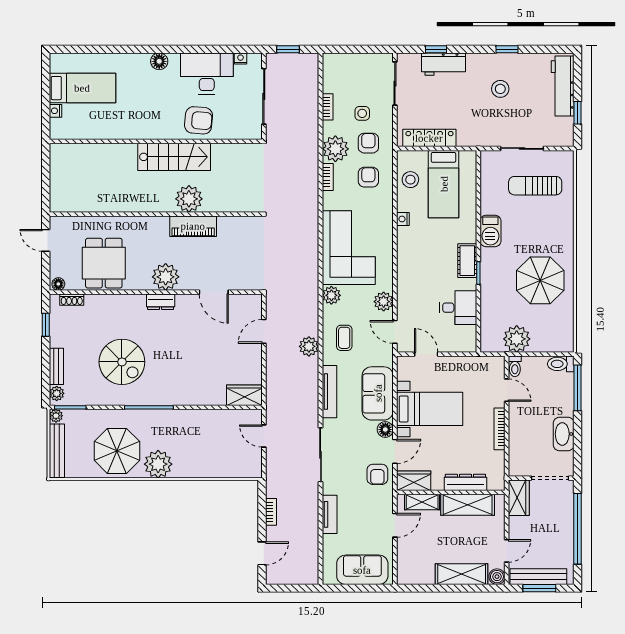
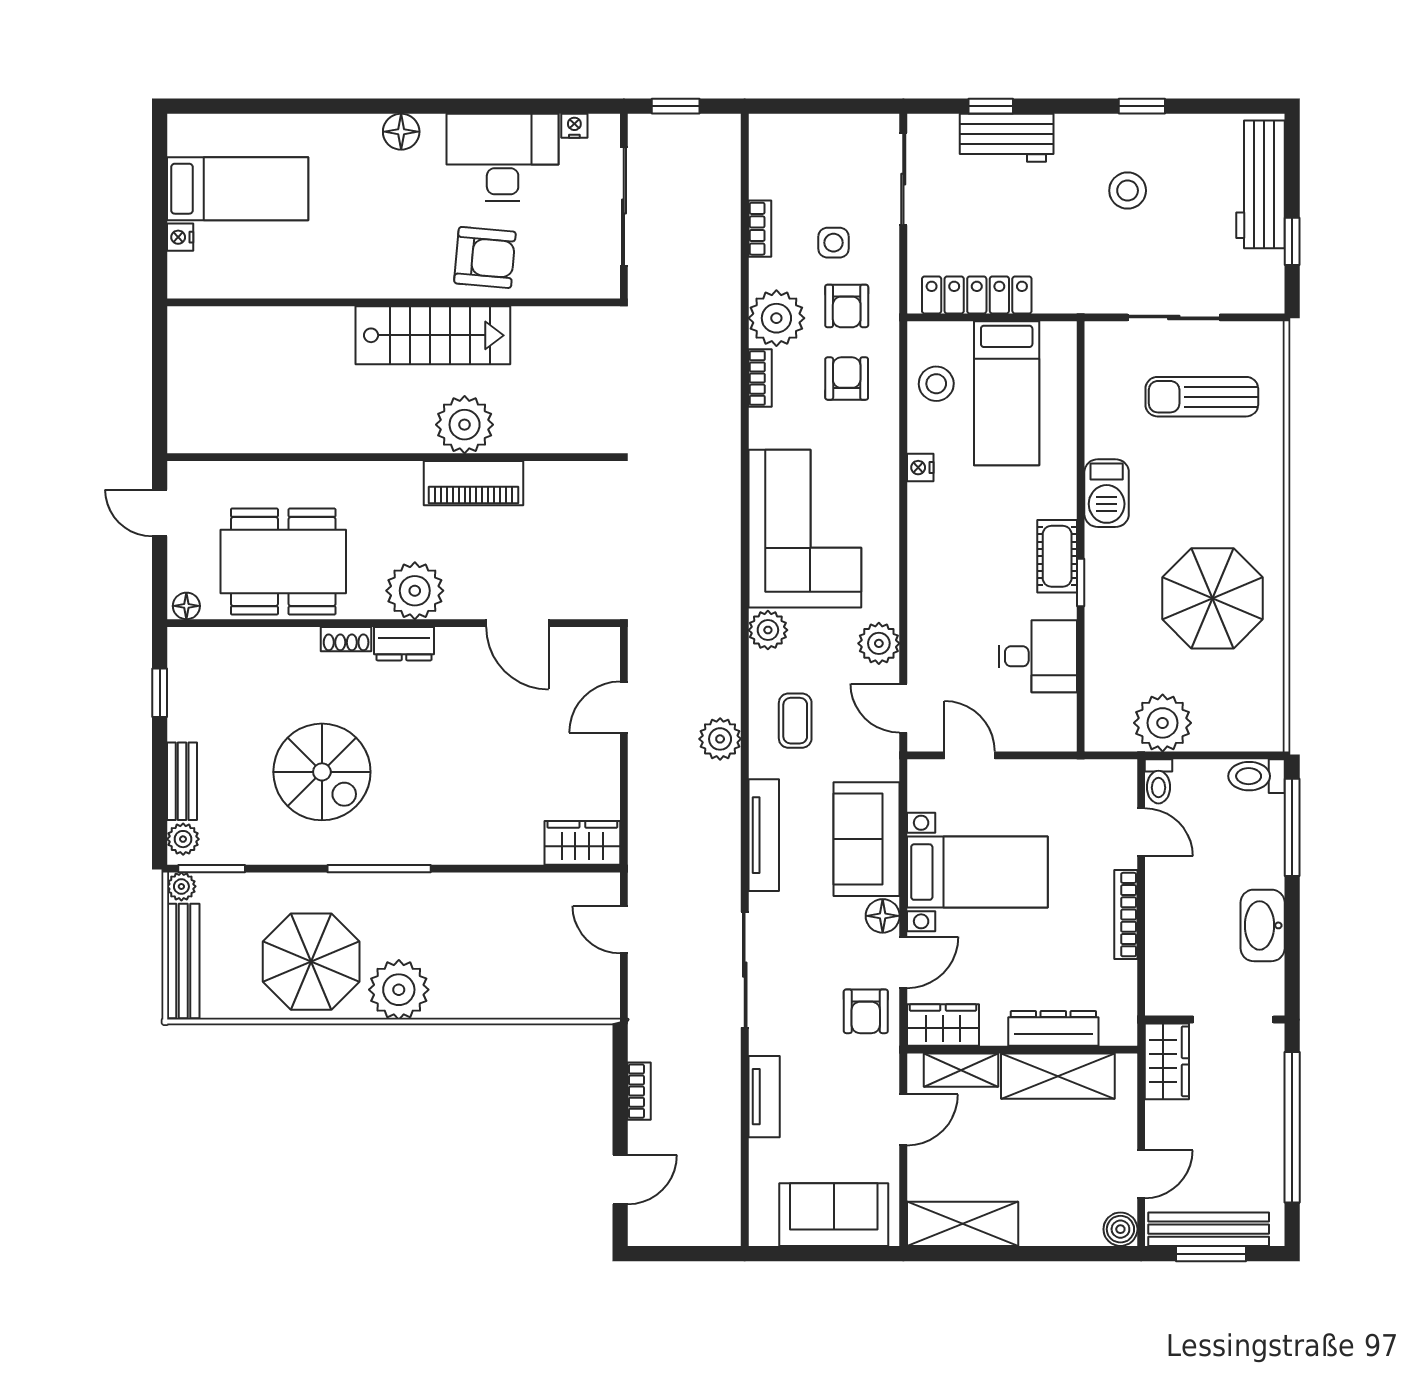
armchair: (368, 143) -> (847, 306), turned 180
dining table: (104, 263) -> (283, 562), width x1.38
shoe rack: (72, 300) -> (346, 639), moved
shelving: (462, 574) -> (963, 1224), moved

